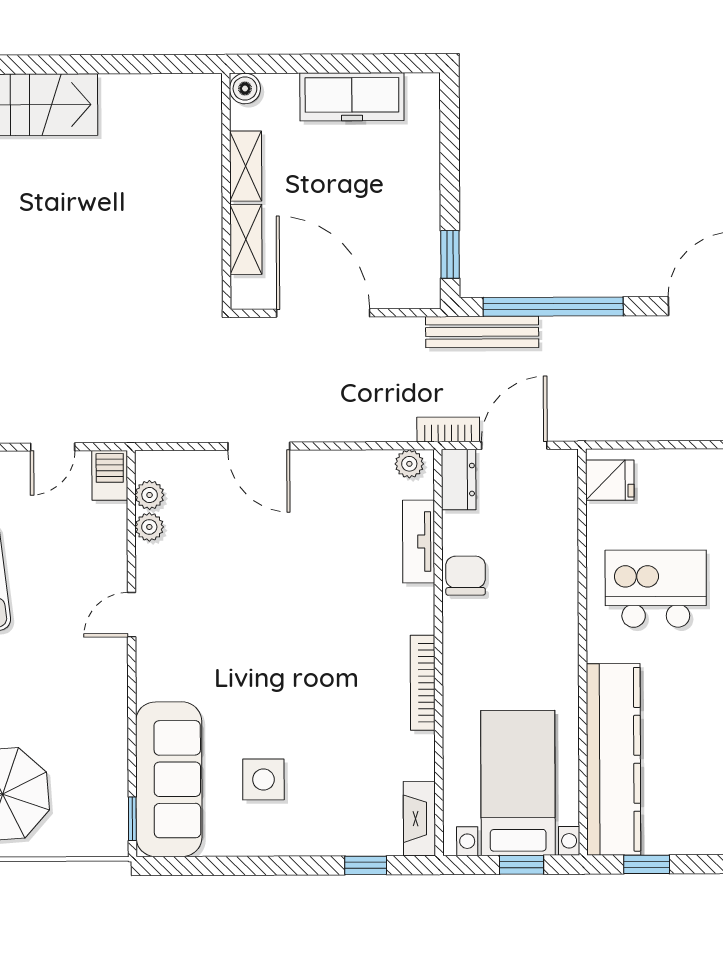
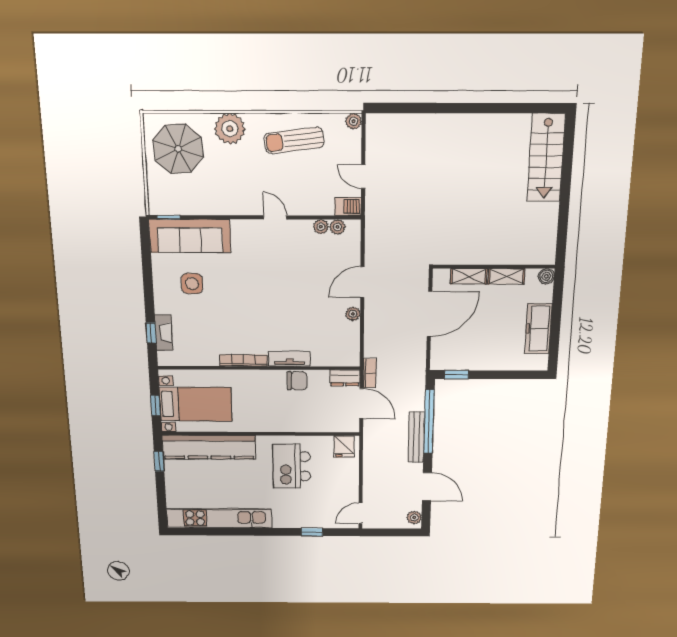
bench: (482, 332) -> (416, 437), moved
plant: (409, 464) -> (353, 314), moved
tv unit: (419, 542) -> (289, 359), moved
kitchen island: (656, 589) -> (292, 466), turned 180
fireplace: (419, 819) -> (164, 333), moved, turned 90

